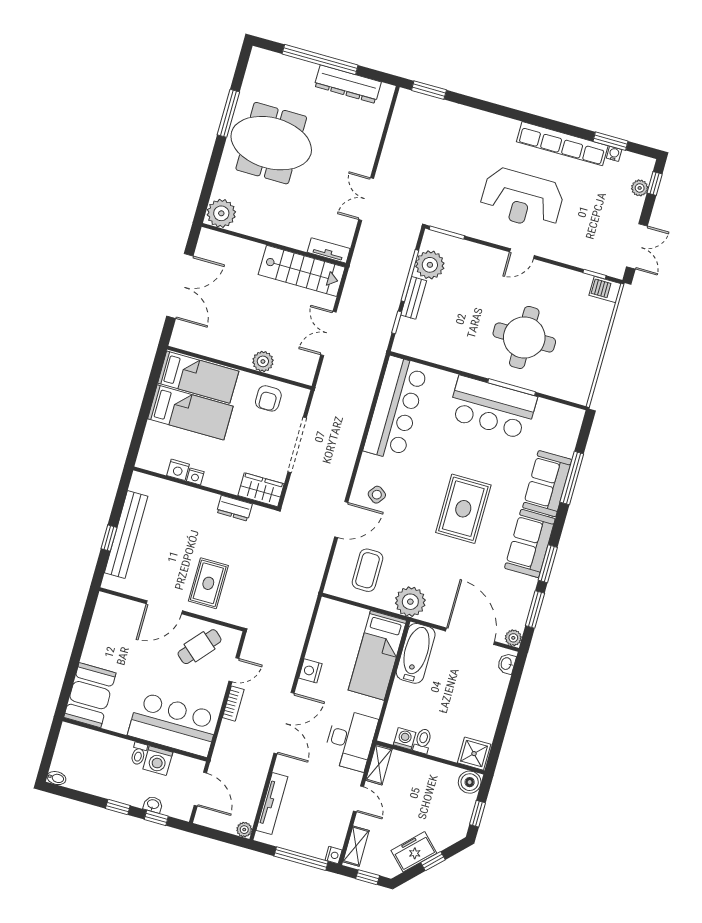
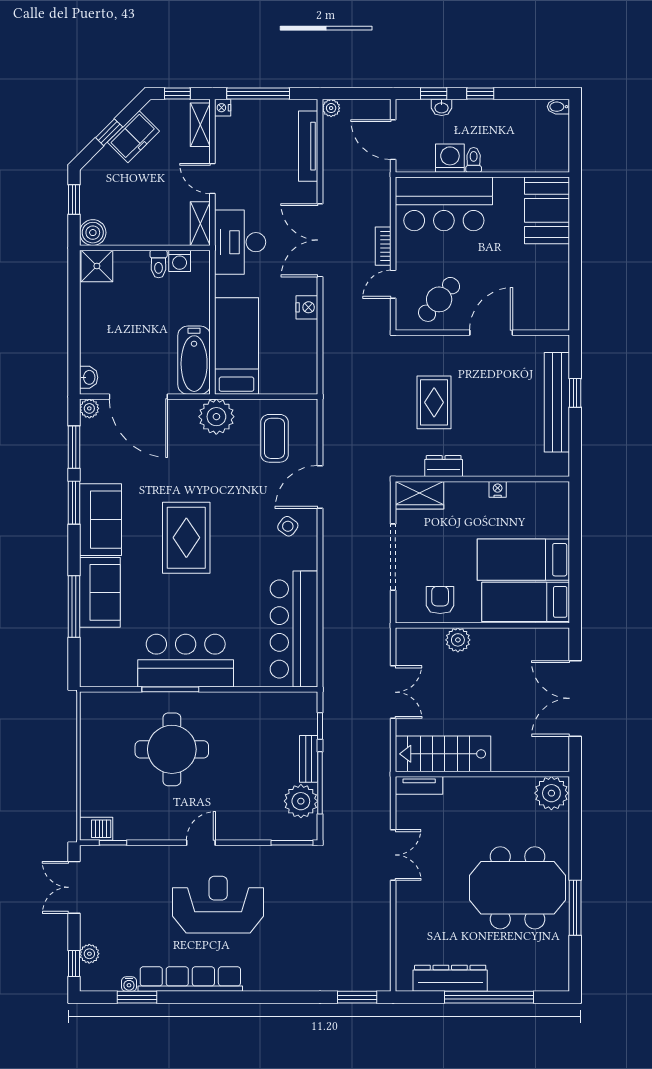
nightstand: (178, 470) -> (519, 491), removed
rug: (208, 583) -> (434, 402), moved

